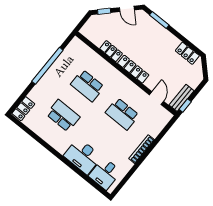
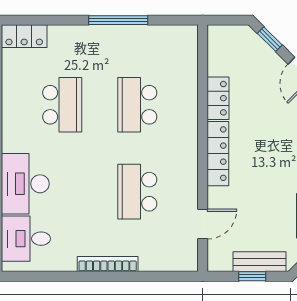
window: (47, 66) -> (118, 20), width x0.68
bench: (182, 98) -> (259, 262), moved
window: (185, 106) -> (252, 276), moved

